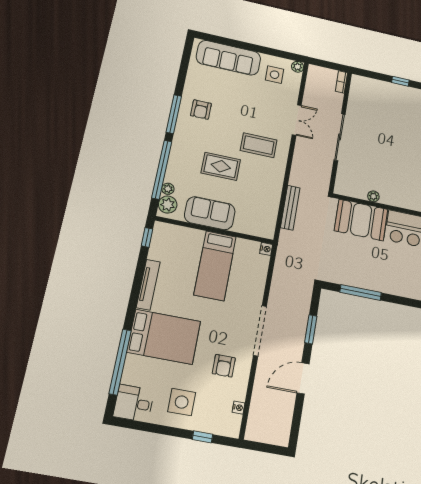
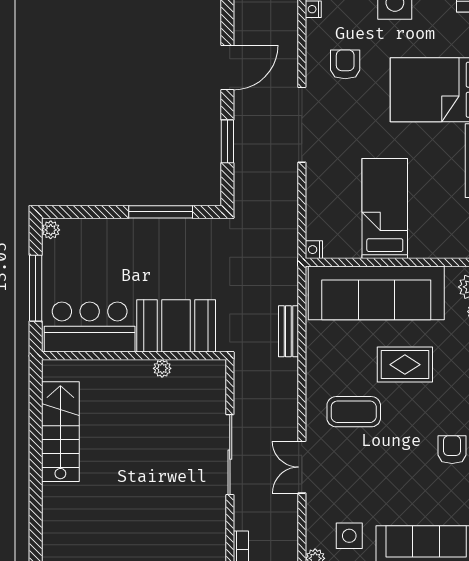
bench: (290, 208) -> (288, 331), width x0.73
sofa: (210, 213) -> (376, 293), width x1.85, depth x1.27

